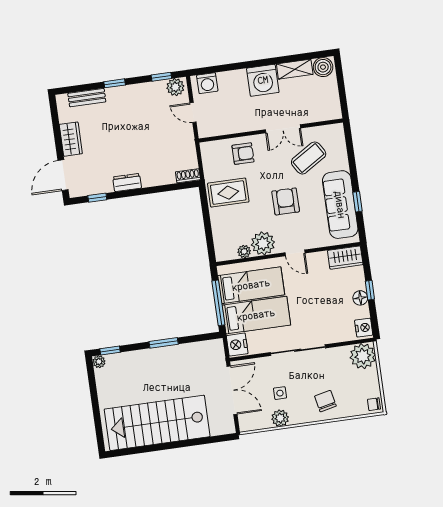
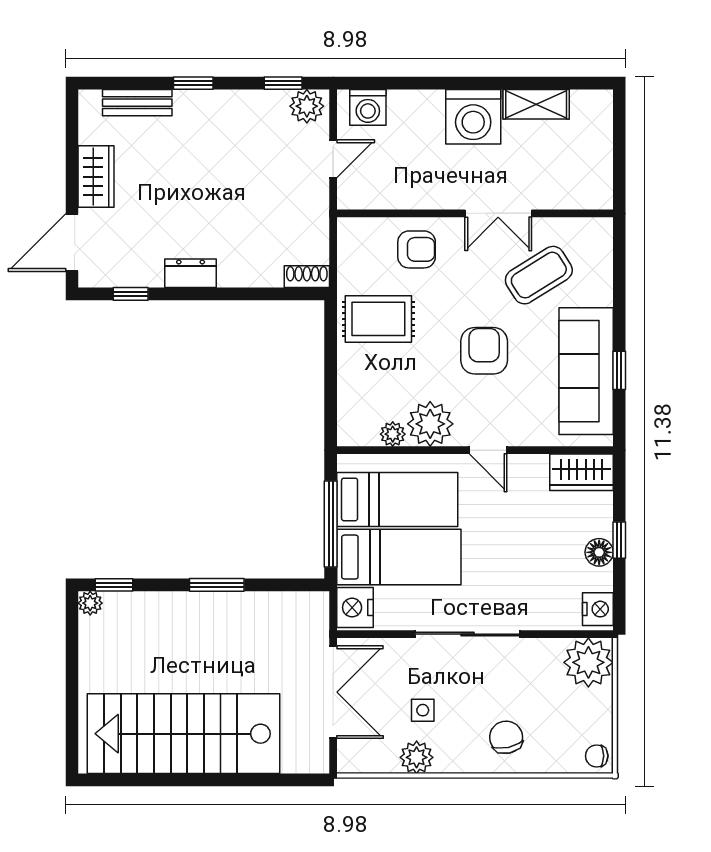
boiler: (323, 67) -> (590, 108), removed
door: (193, 112) -> (333, 159), swing flipped

